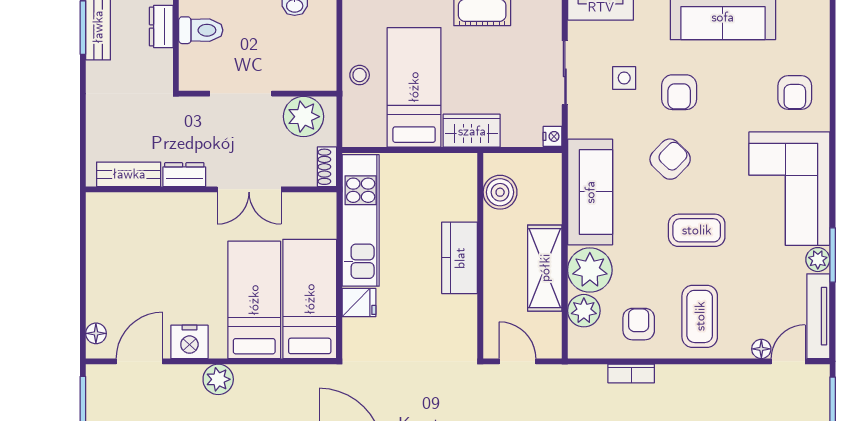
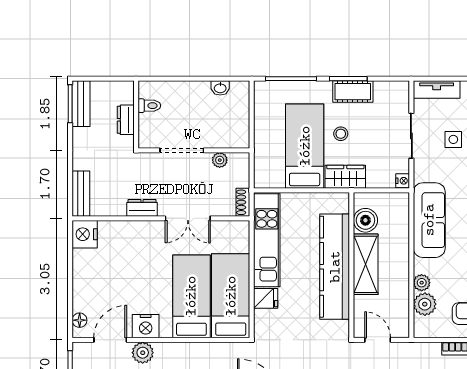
dresser: (161, 26) -> (126, 120), moved
toilet: (201, 30) -> (149, 106), width x0.73, depth x0.72
stool: (360, 75) -> (341, 134), moved
plant: (304, 117) -> (220, 160), width x0.53, depth x0.53
bench: (129, 174) -> (81, 194), moved, turned 90
nightstand: (103, 212) -> (85, 234), added
kitchen counter: (460, 258) -> (335, 267), width x2.08, depth x1.17
shelving: (545, 268) -> (366, 264), moved
plant: (590, 270) -> (422, 283), width x0.53, depth x0.53
plant: (218, 379) -> (143, 353), moved

